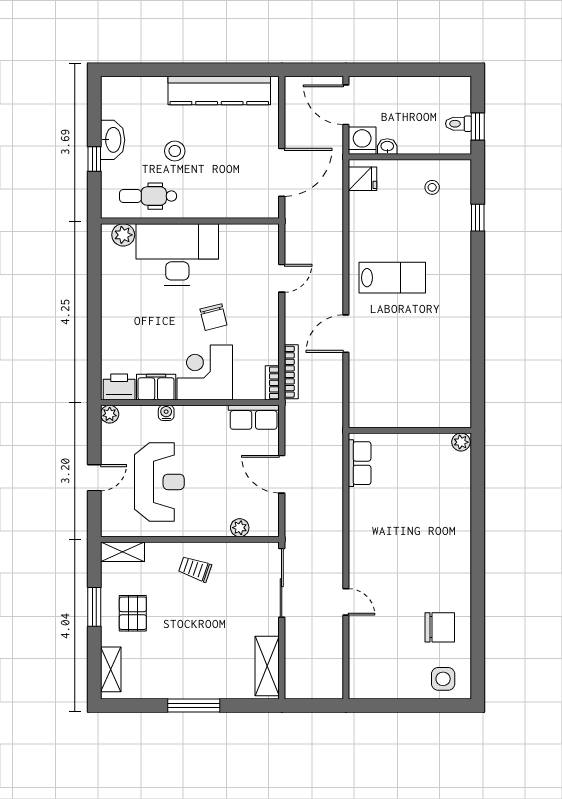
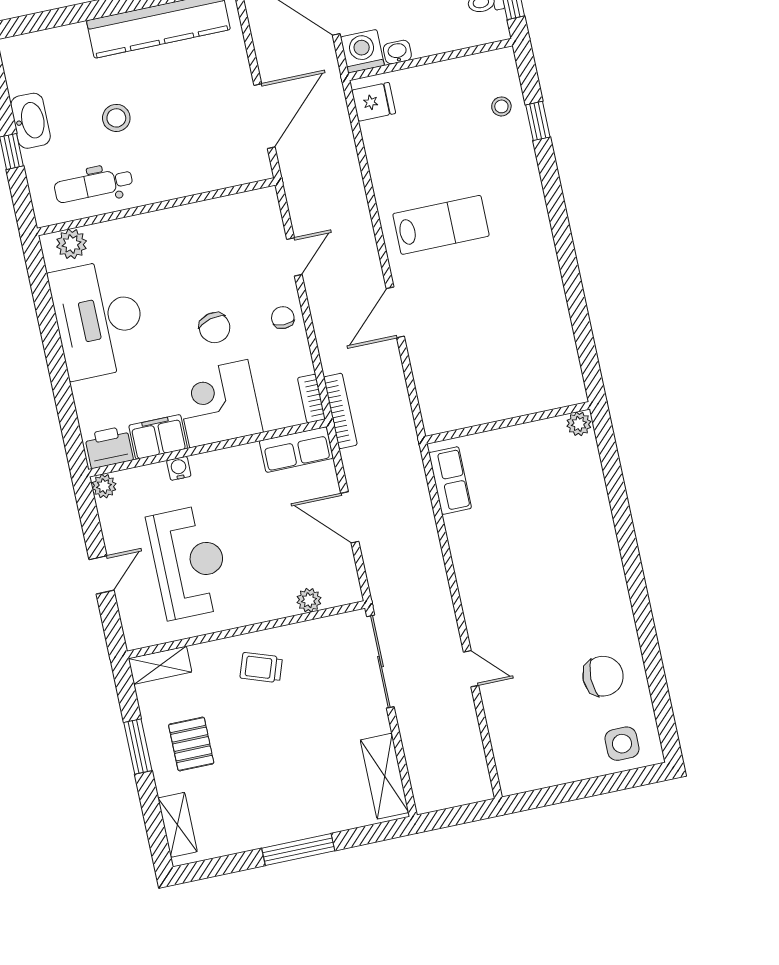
stool: (432, 187) -> (501, 106), moved
desk: (177, 254) -> (99, 319), moved, turned -90
chair: (264, 320) -> (283, 318), added
bookcase: (291, 372) -> (340, 411), moved

